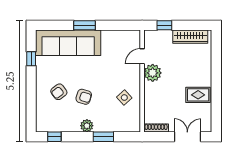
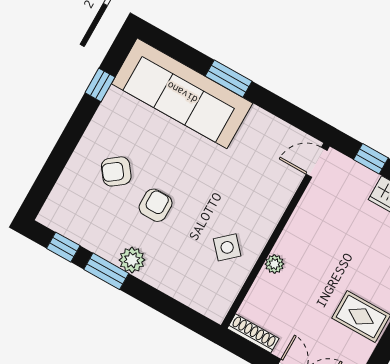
door: (142, 56) -> (317, 162), moved
plant: (153, 73) -> (274, 264), moved, width x0.53, depth x0.53
armchair: (84, 97) -> (156, 205), turned -107
window: (103, 137) -> (106, 271), moved

